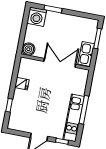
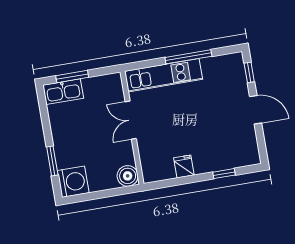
kitchen sink: (86, 54) -> (63, 92), moved
double door: (60, 63) -> (131, 120), width x0.73
kitchen unit: (74, 118) -> (164, 75), moved

